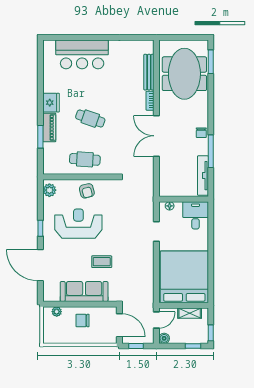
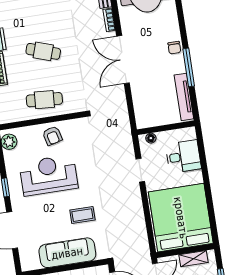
desk: (196, 215) -> (183, 157), moved, turned 90

